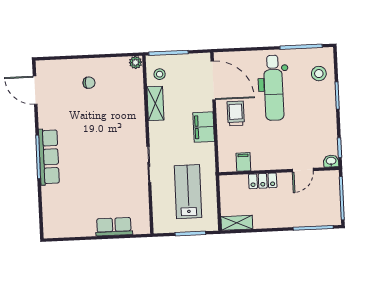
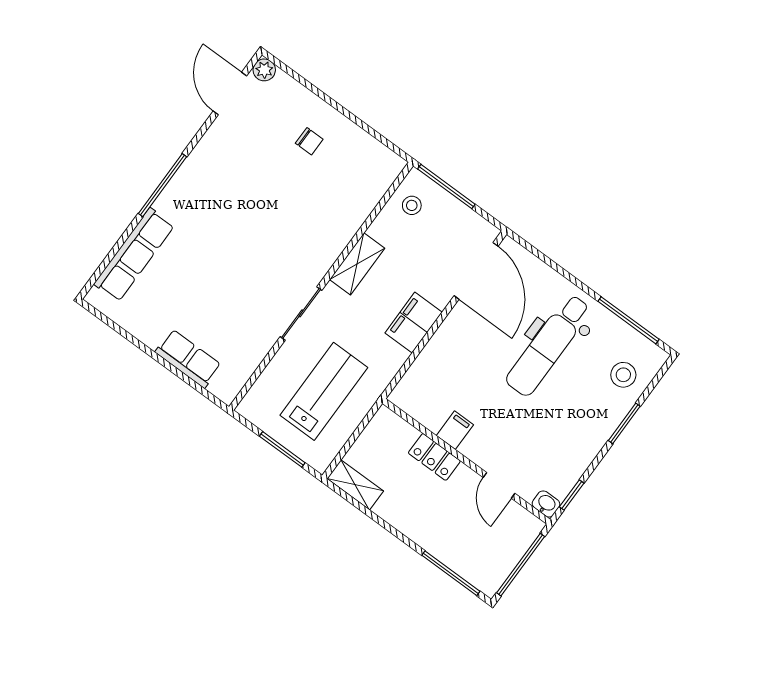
plant: (136, 62) -> (264, 70), moved
shelving: (155, 103) -> (357, 264), moved
trolley: (236, 113) -> (471, 339), removed
row of seats: (49, 157) -> (134, 255), moved
filing cabinet: (243, 162) -> (455, 430), moved
door: (303, 170) -> (499, 485), hinge flipped

